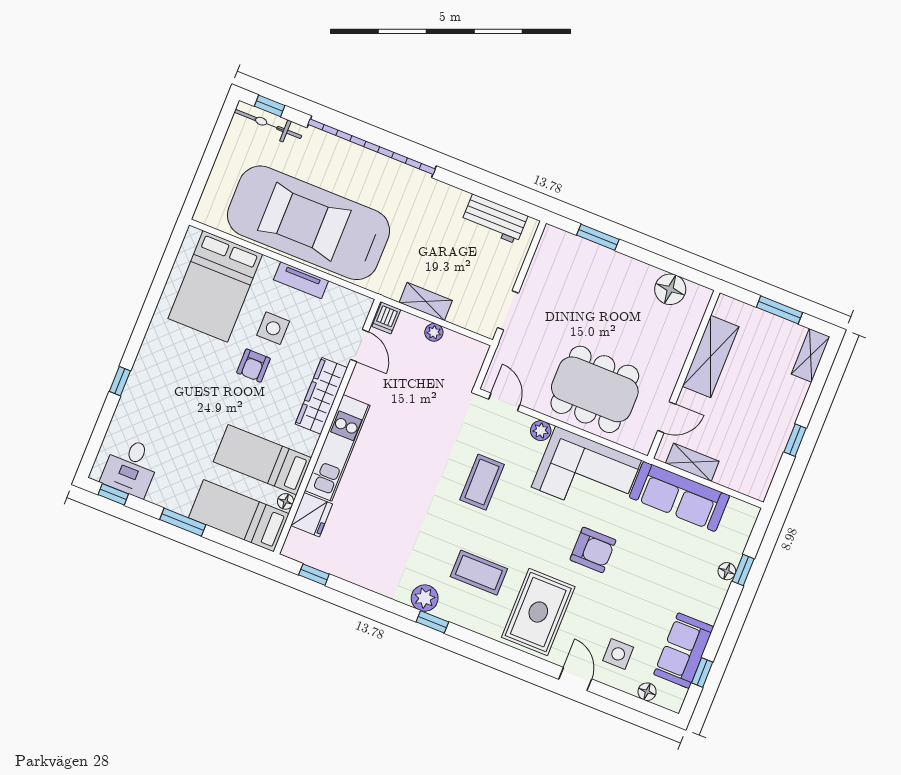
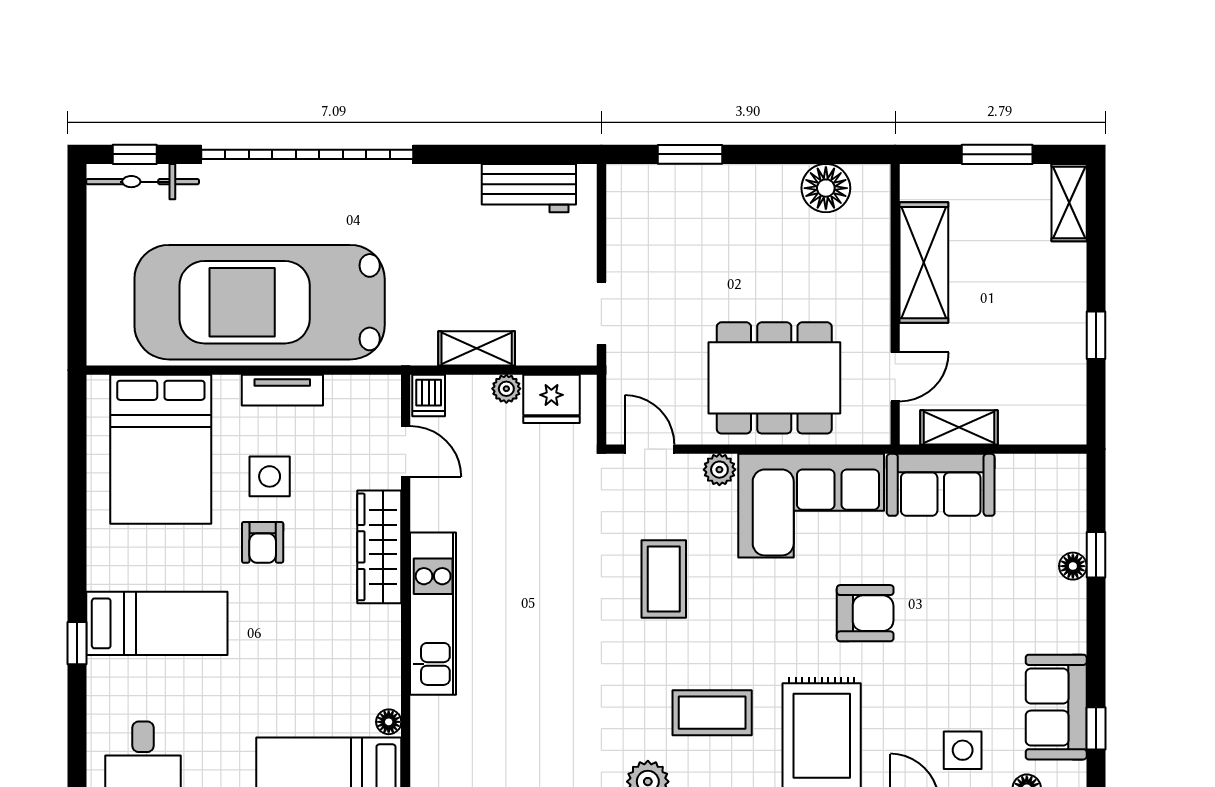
bed: (262, 460) -> (157, 623), moved, turned 180
sofa: (679, 496) -> (941, 485), width x0.73
fridge: (312, 515) -> (551, 399), moved, turned 90

